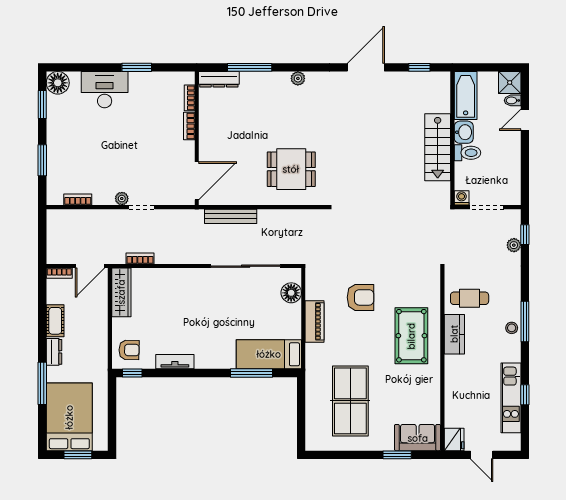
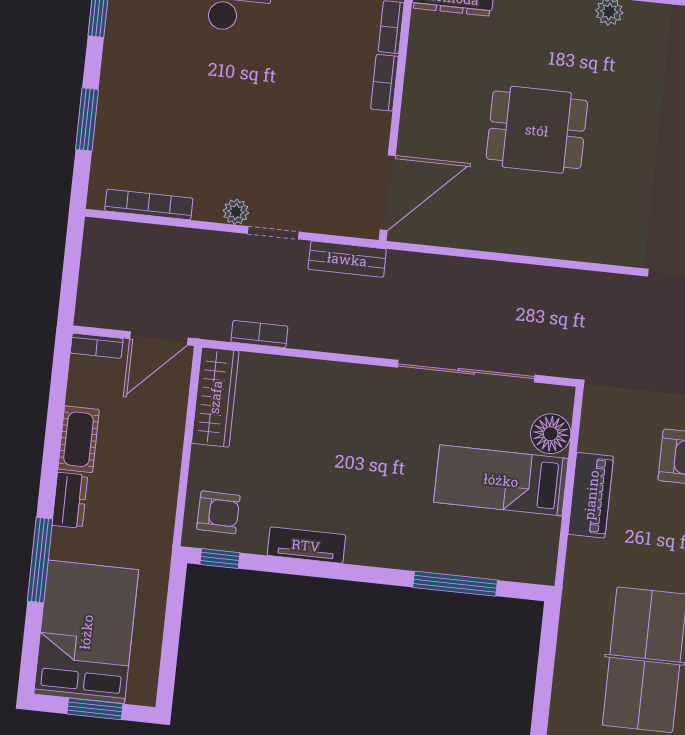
dining table: (291, 169) -> (537, 130), moved
bookcase: (78, 200) -> (149, 204), width x1.56
bench: (231, 216) -> (347, 259), moved, width x0.73
bed: (269, 354) -> (501, 480), moved

